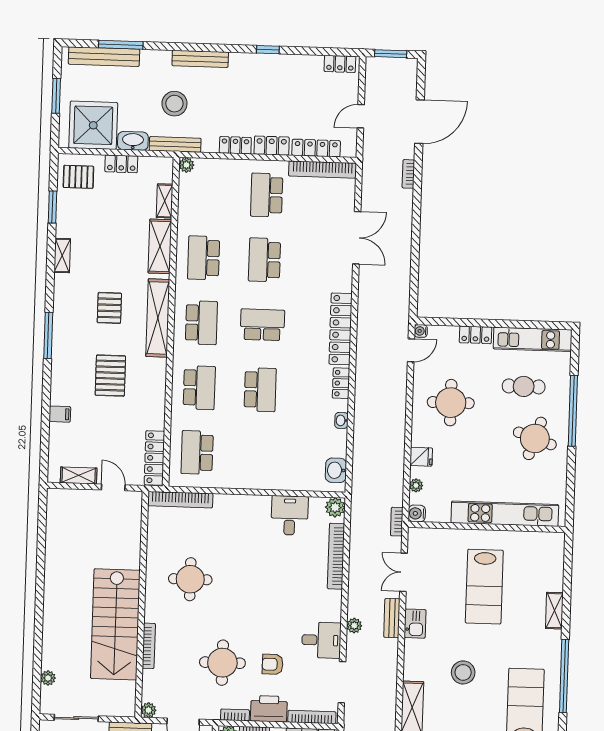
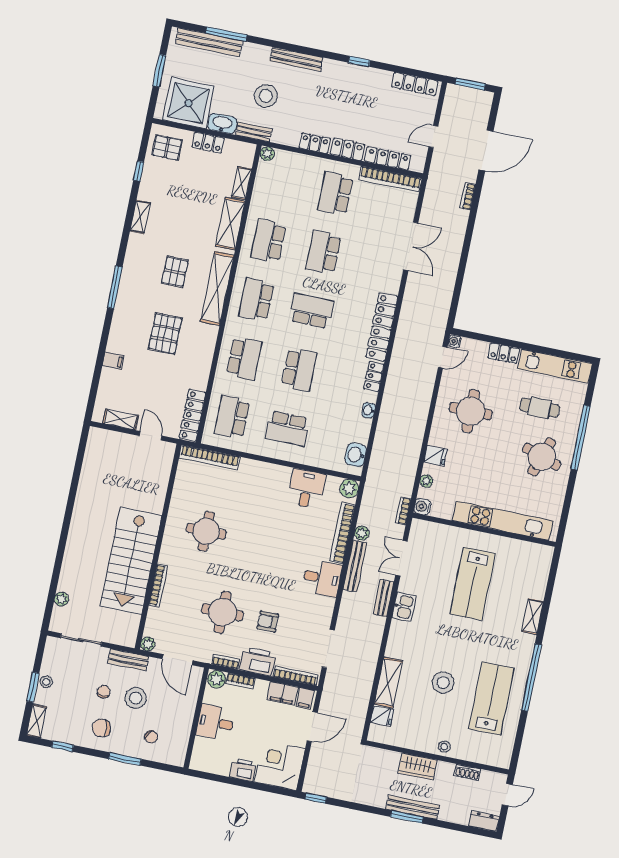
locker: (340, 64) -> (415, 84), width x1.53
bench: (175, 144) -> (254, 132), width x0.73
window: (52, 207) -> (139, 171), width x0.67
school desk: (201, 323) -> (256, 300), turned 180
school desk: (258, 455) -> (287, 428), added
bench: (355, 589) -> (355, 566), added
plant: (354, 626) -> (362, 533), moved
desk: (321, 640) -> (322, 578), moved
stool: (463, 672) -> (443, 683), moved

